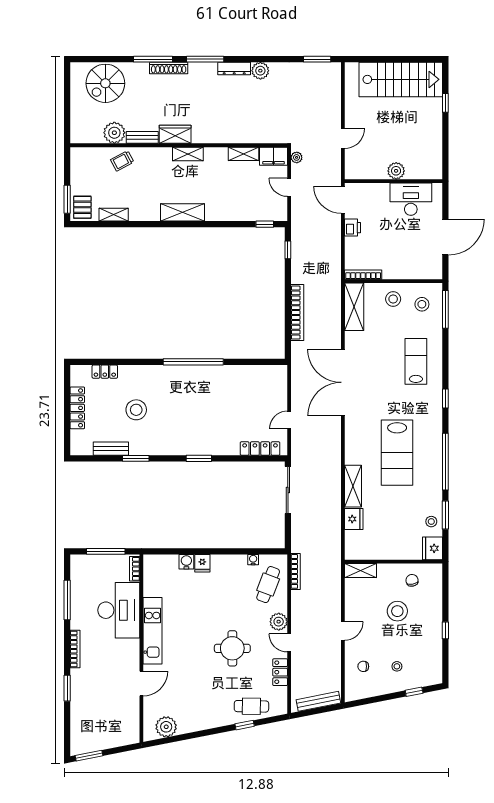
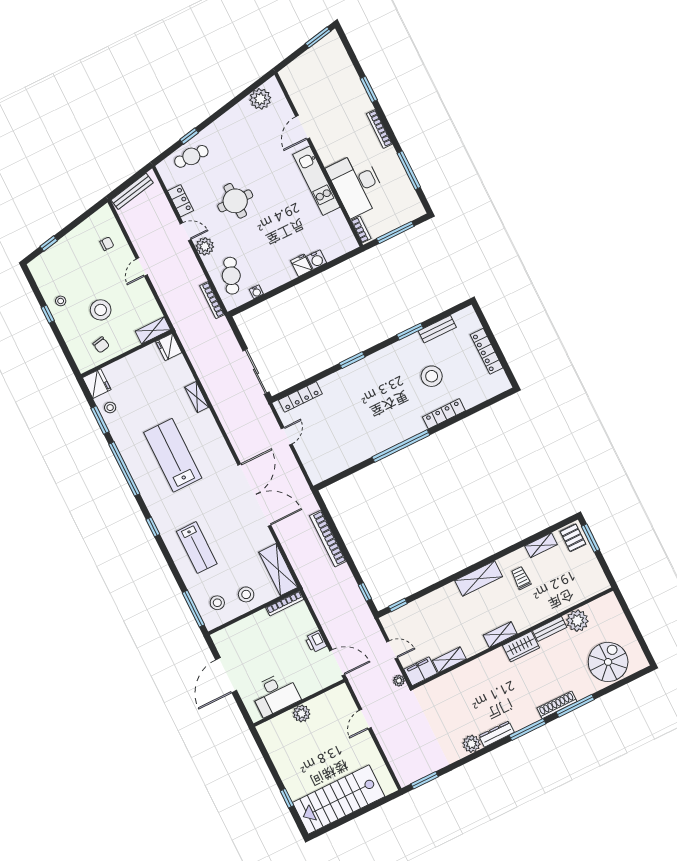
trolley: (122, 161) -> (521, 578), moved, turned -62
locker: (105, 372) -> (444, 414), moved, width x1.53
shelving: (353, 486) -> (197, 397), width x0.67, depth x0.75
fridge: (354, 519) -> (169, 347), moved
stool: (397, 666) -> (61, 301), moved

